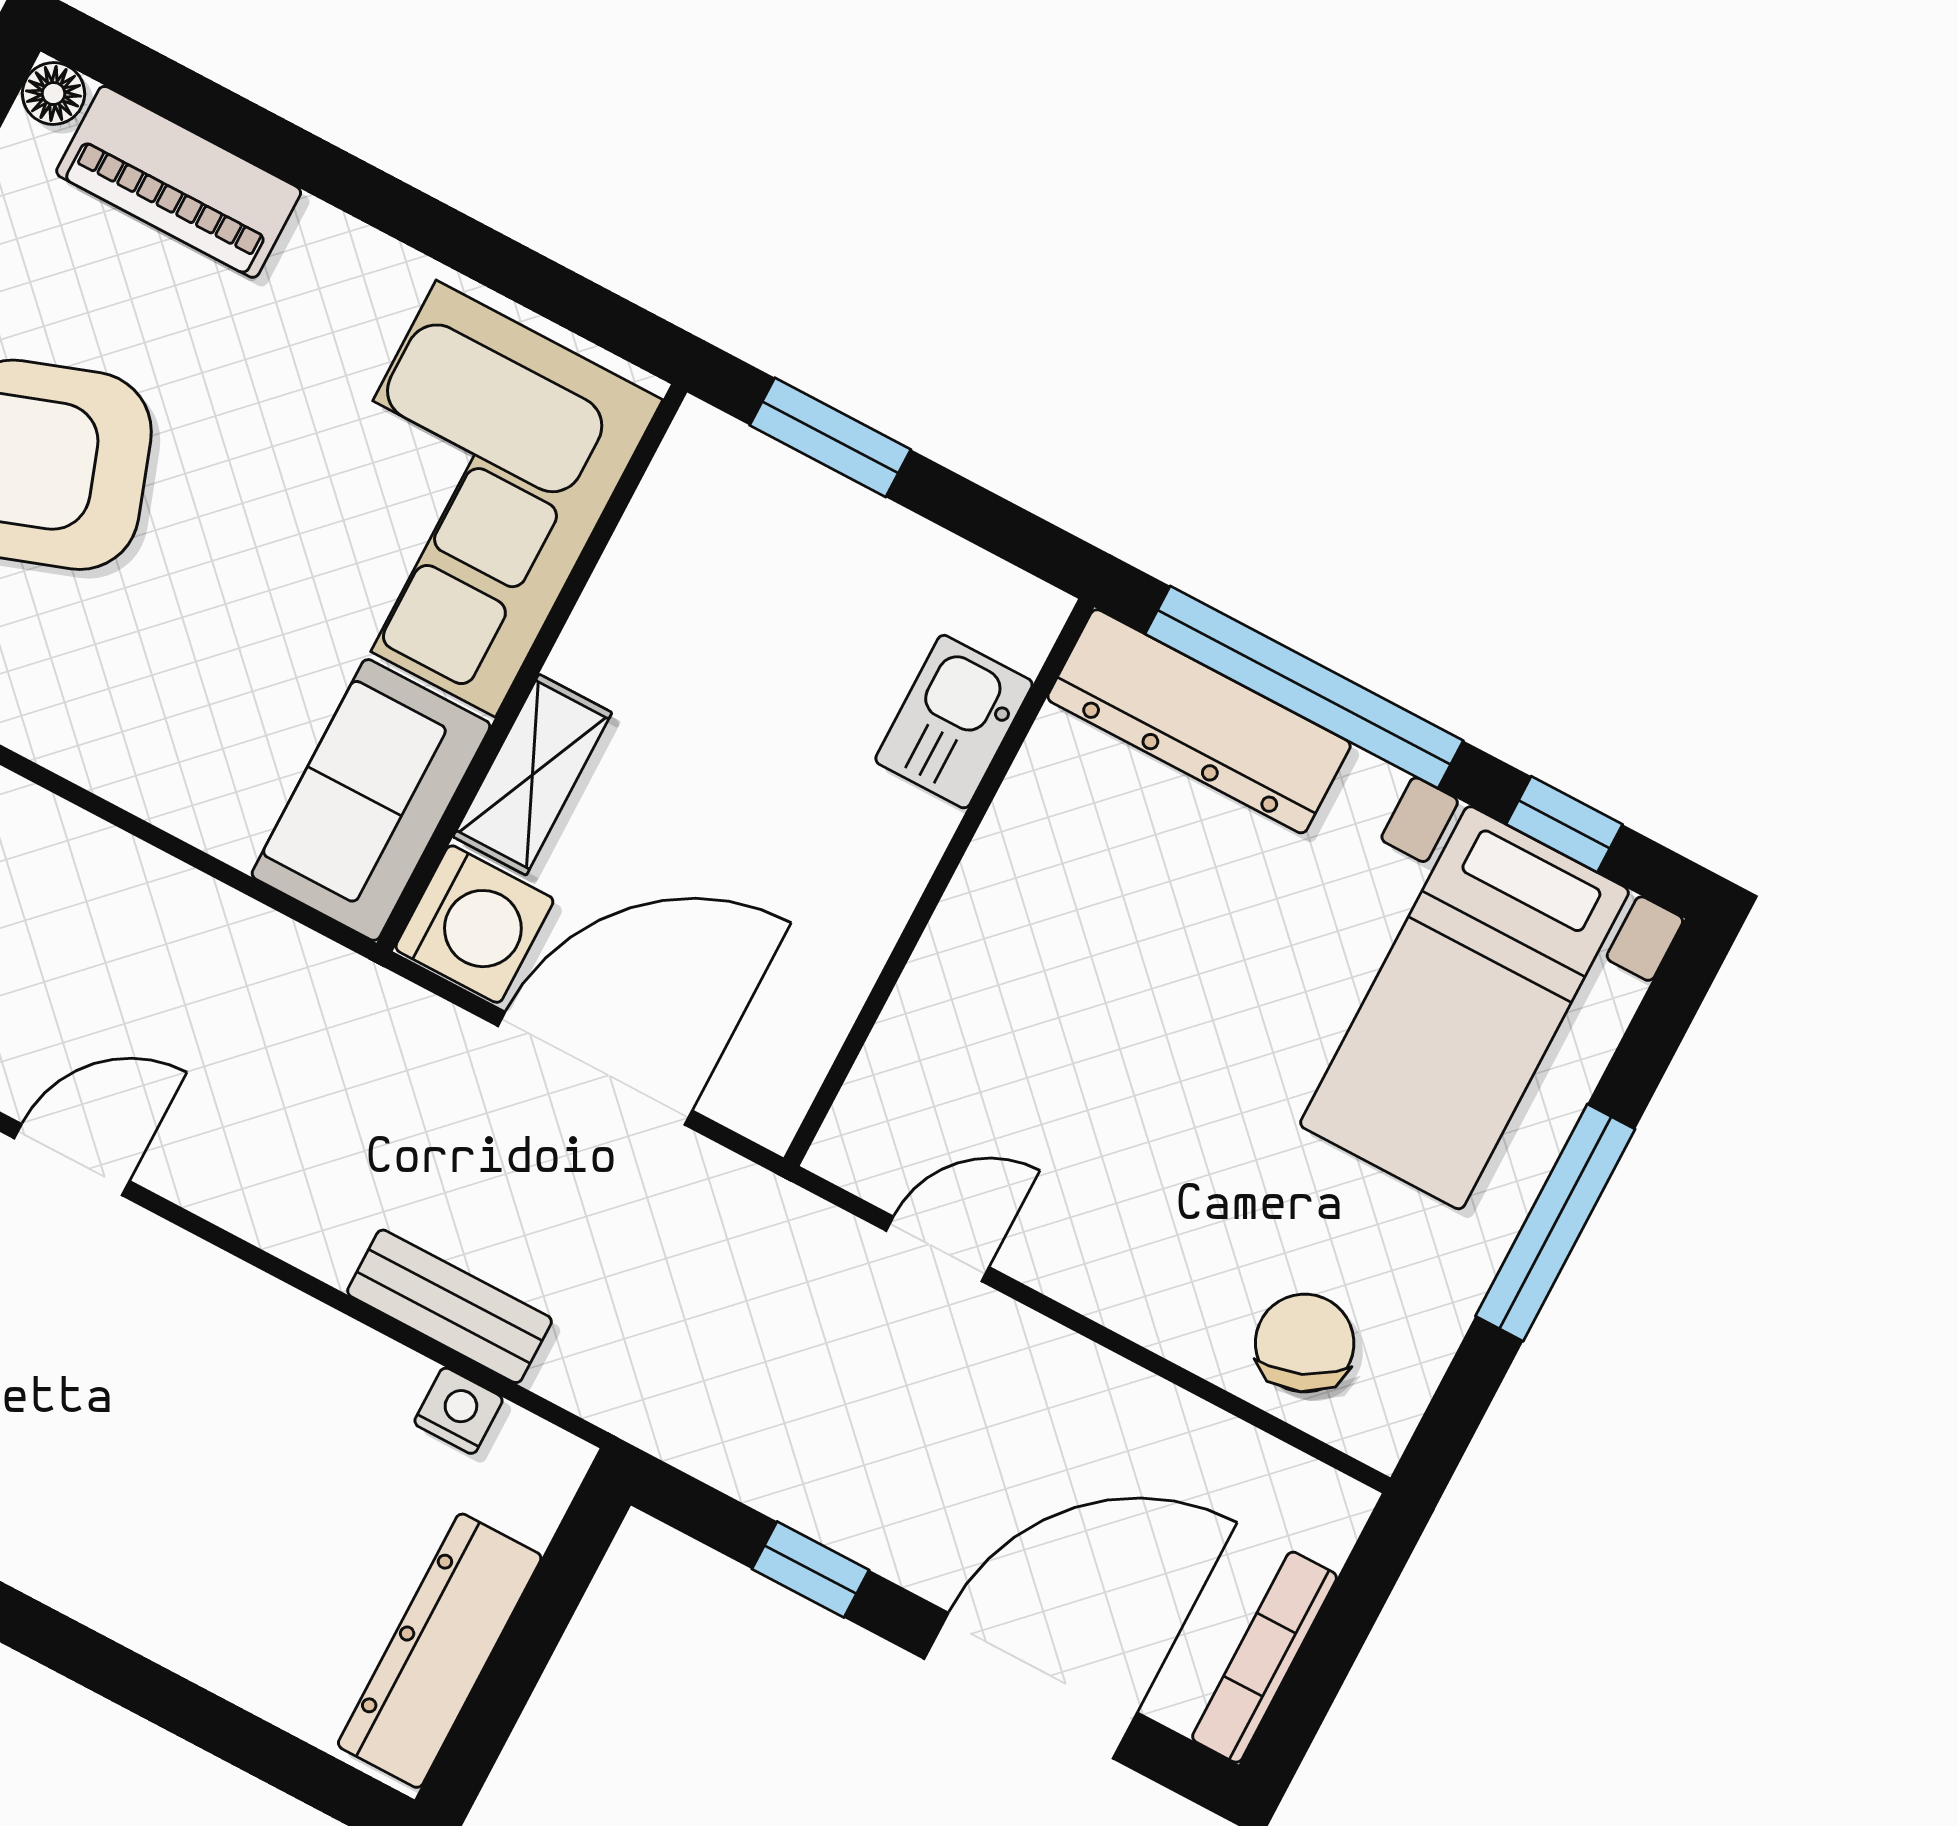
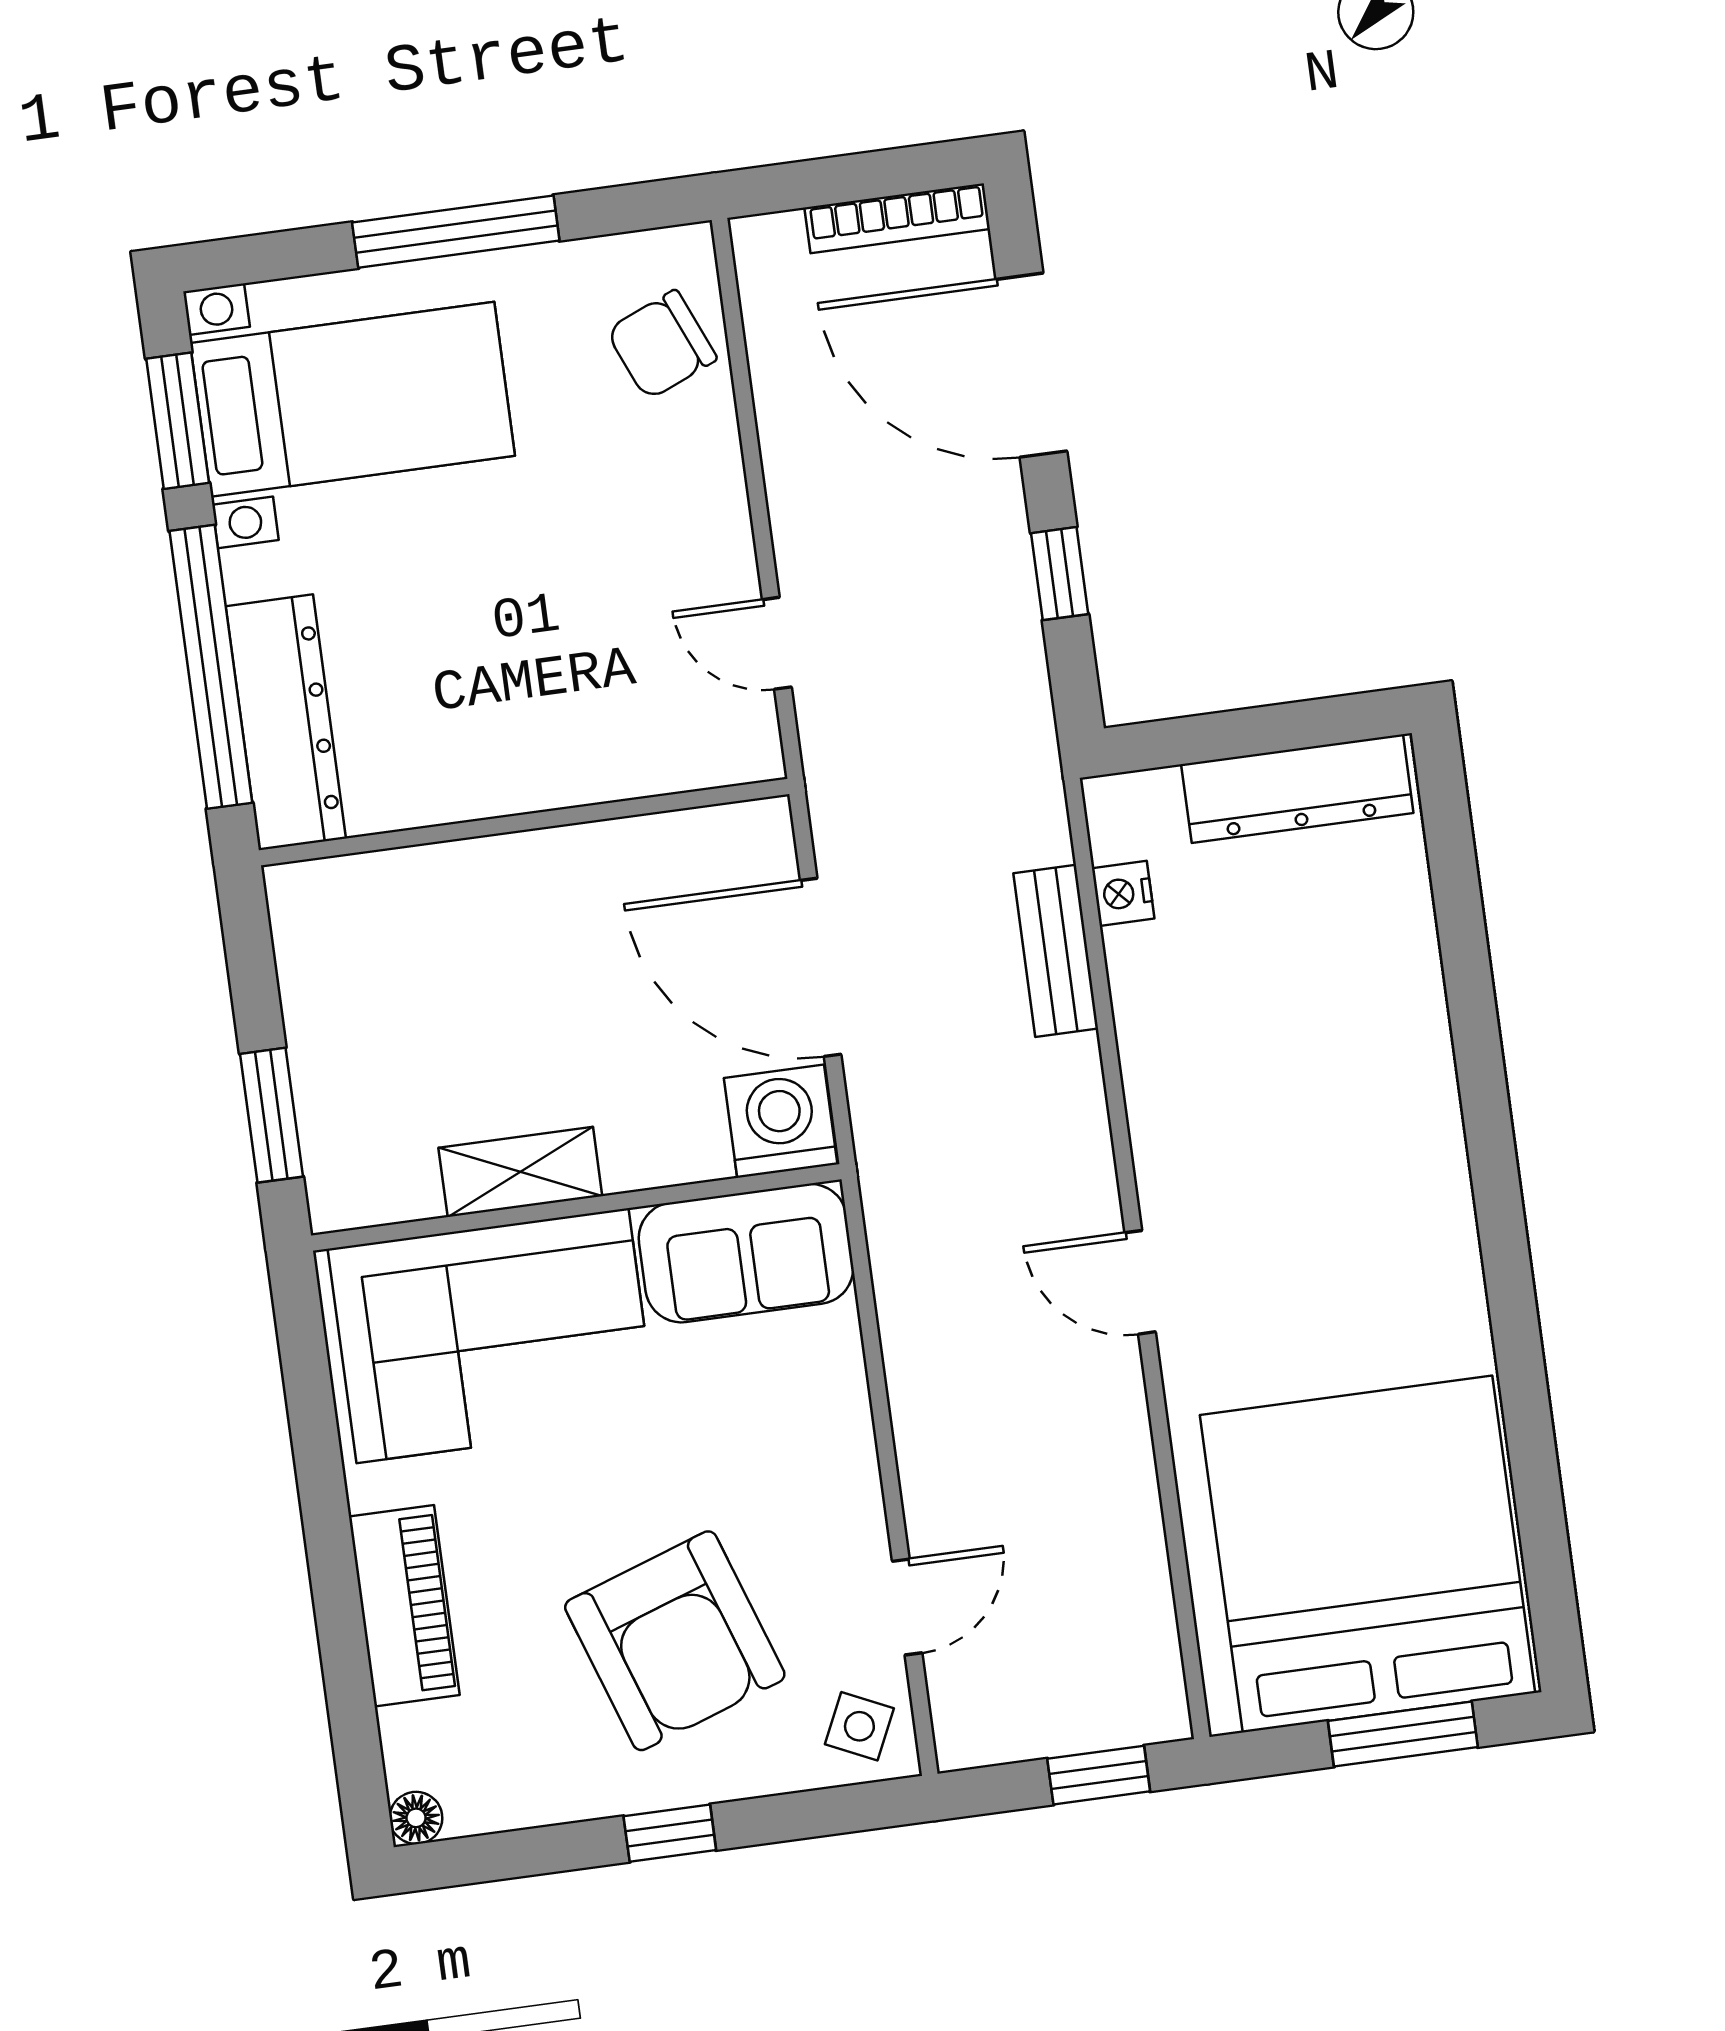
piano: (179, 182) -> (404, 1606), moved
kitchen sink: (954, 722) -> (406, 891), removed
shelving: (533, 775) -> (520, 1172), moved
window: (1564, 824) -> (178, 421), width x1.50

